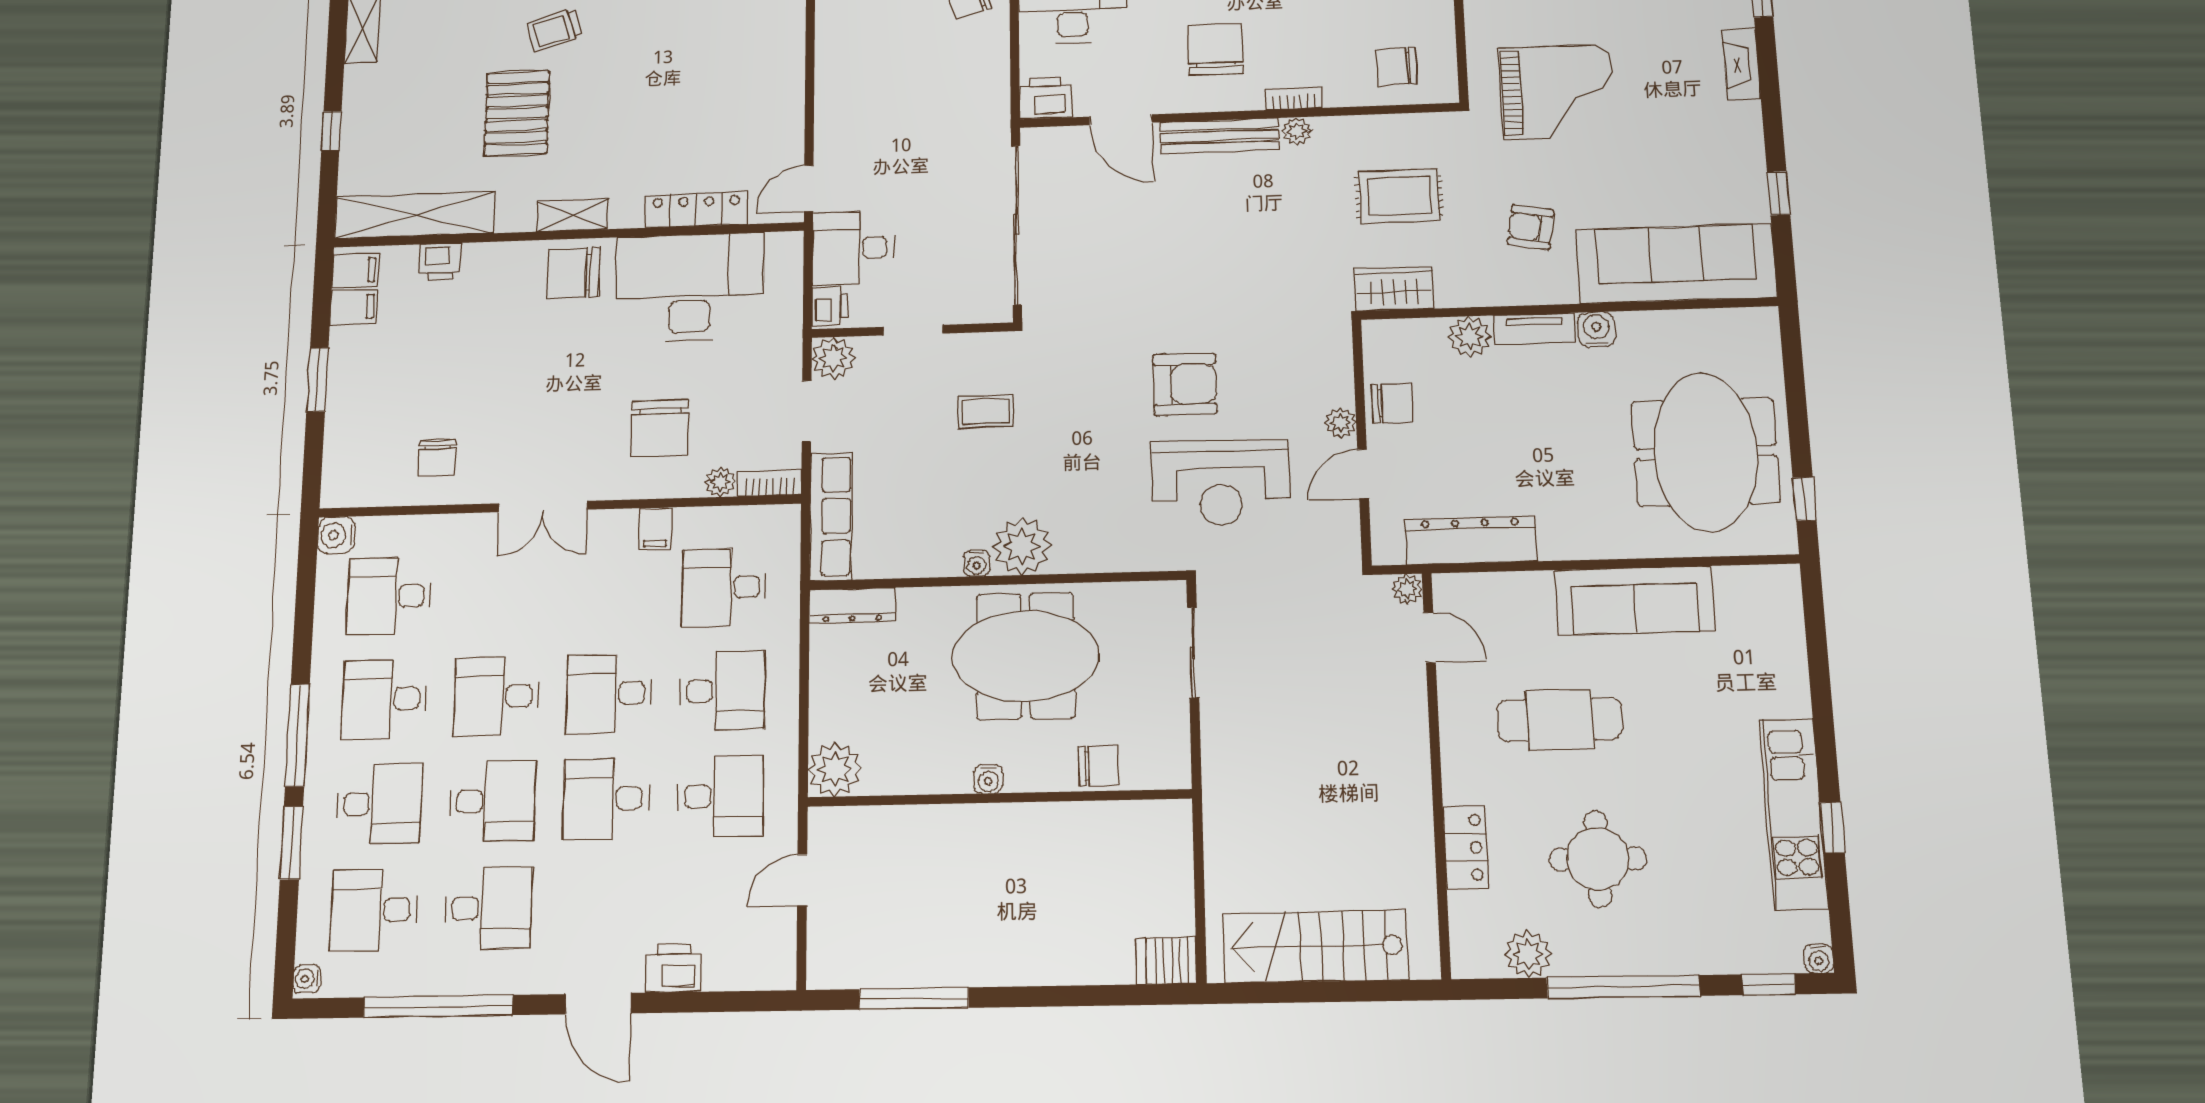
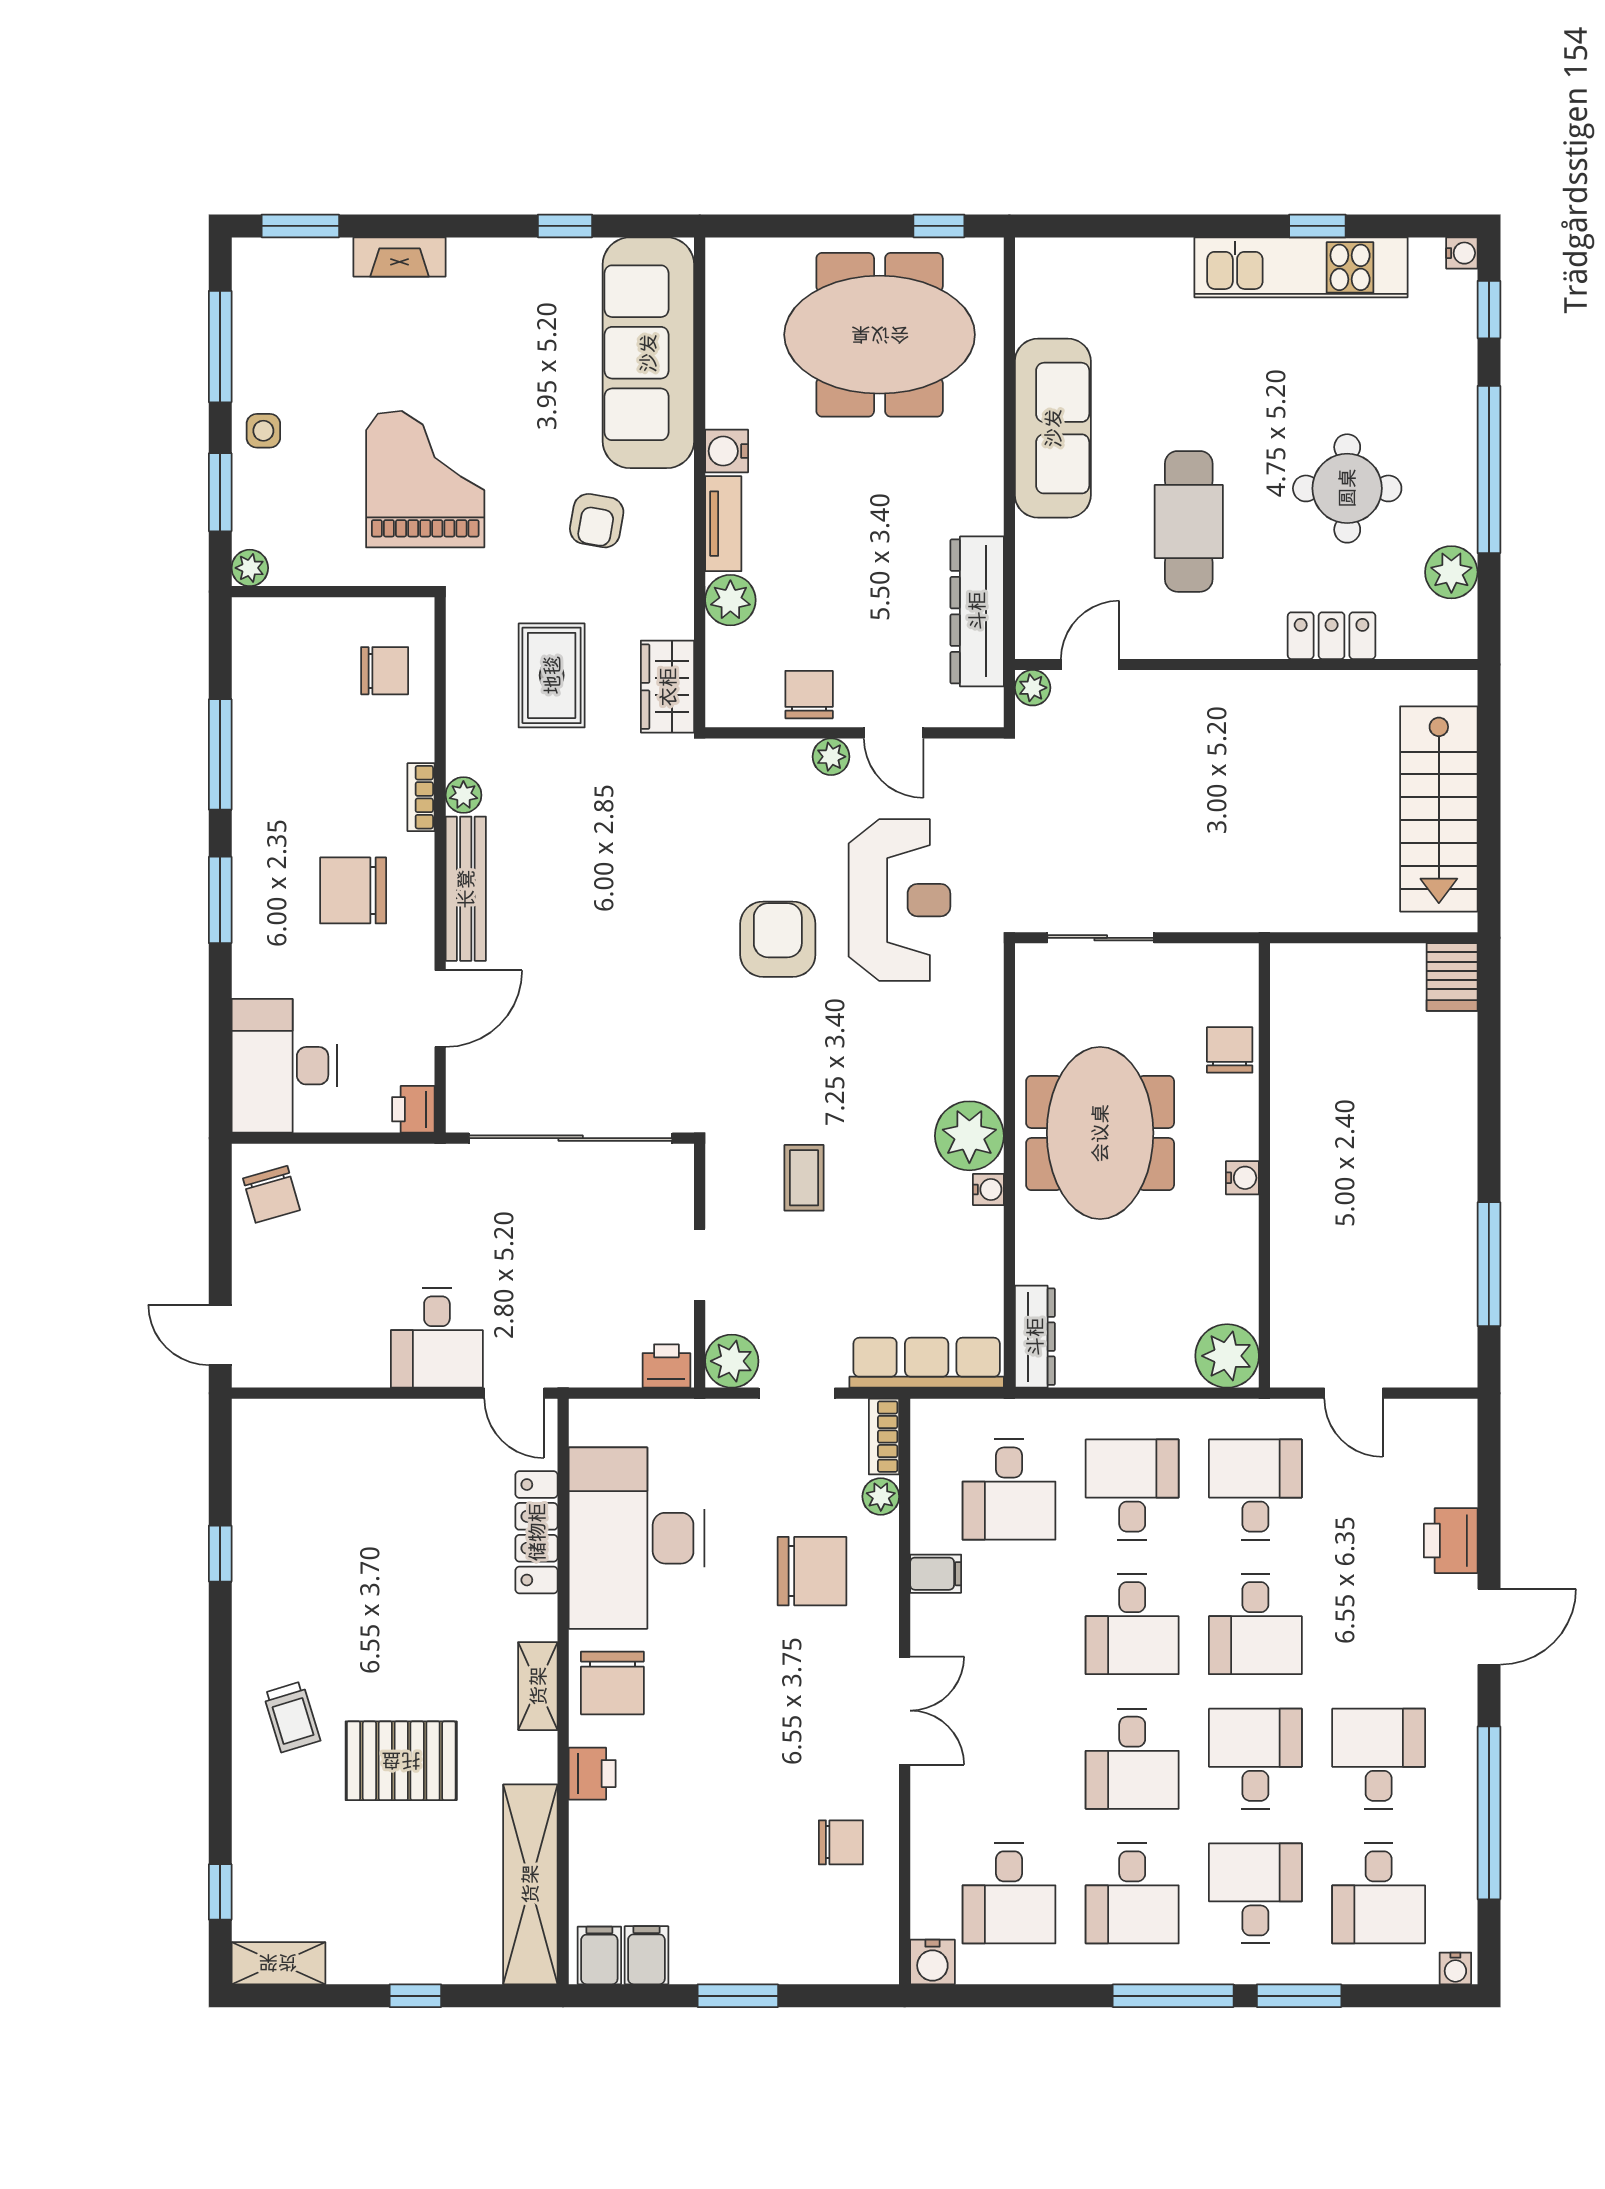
chair: (1397, 66) -> (385, 671), turned -88
printer: (1045, 98) -> (413, 1109), width x0.73, depth x0.81
desk: (853, 248) -> (437, 1338), moved
printer: (441, 262) -> (592, 1774), moved

